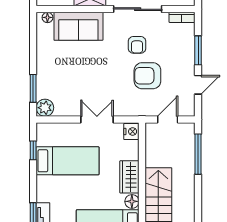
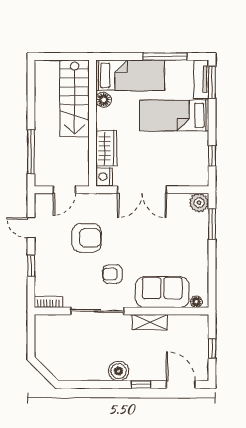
armchair: (137, 45) -> (112, 274), moved, turned -90
window: (198, 50) -> (31, 266), width x0.67
door: (198, 85) -> (31, 228), hinge flipped
double door: (97, 120) -> (142, 190), width x1.37
bed: (68, 161) -> (174, 115), moved
wardrobe: (129, 177) -> (106, 148), moved

